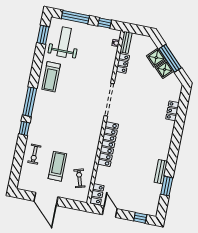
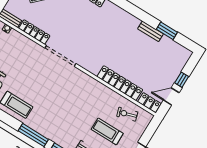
locker: (123, 63) -> (34, 32), width x1.53
locker: (108, 144) -> (120, 83), moved
window: (140, 218) -> (182, 80), moved

